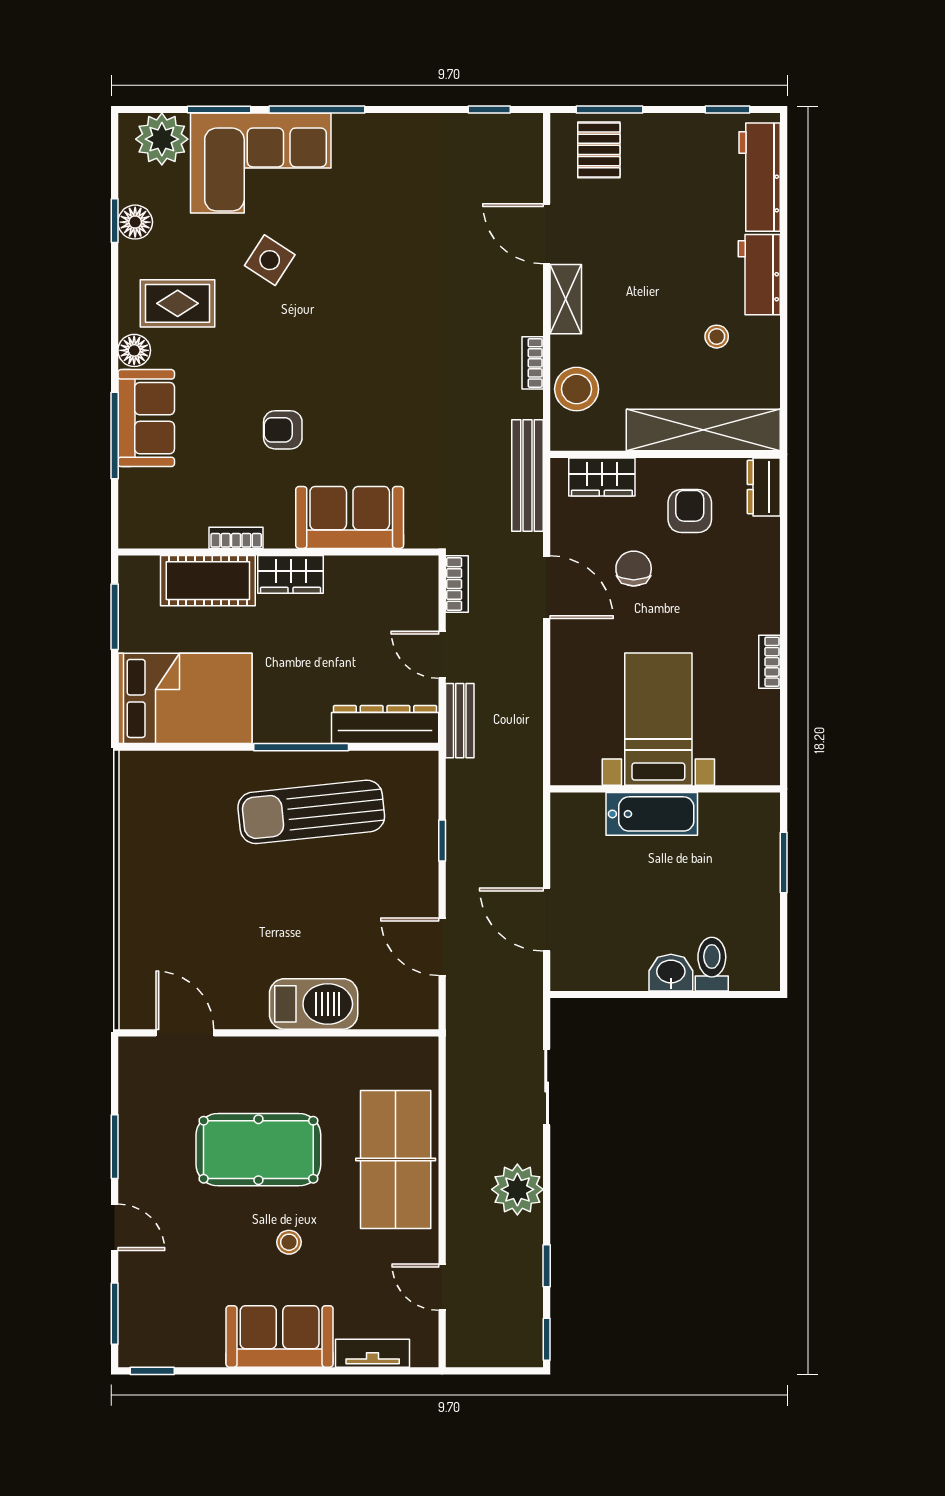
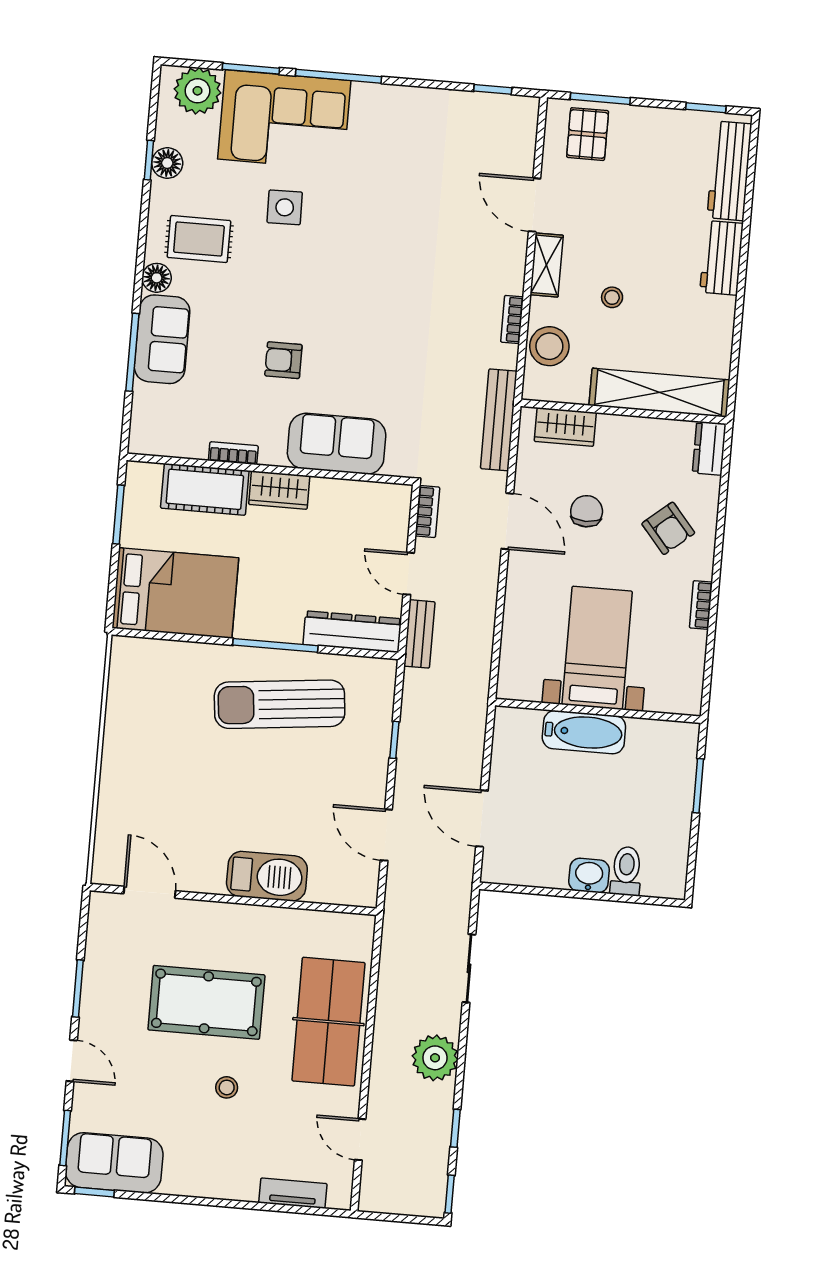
side table: (270, 260) -> (285, 207), turned -34
stool: (717, 337) -> (612, 297), moved
armchair: (690, 511) -> (668, 528), moved, turned 140
sofa: (280, 1336) -> (114, 1163), moved

